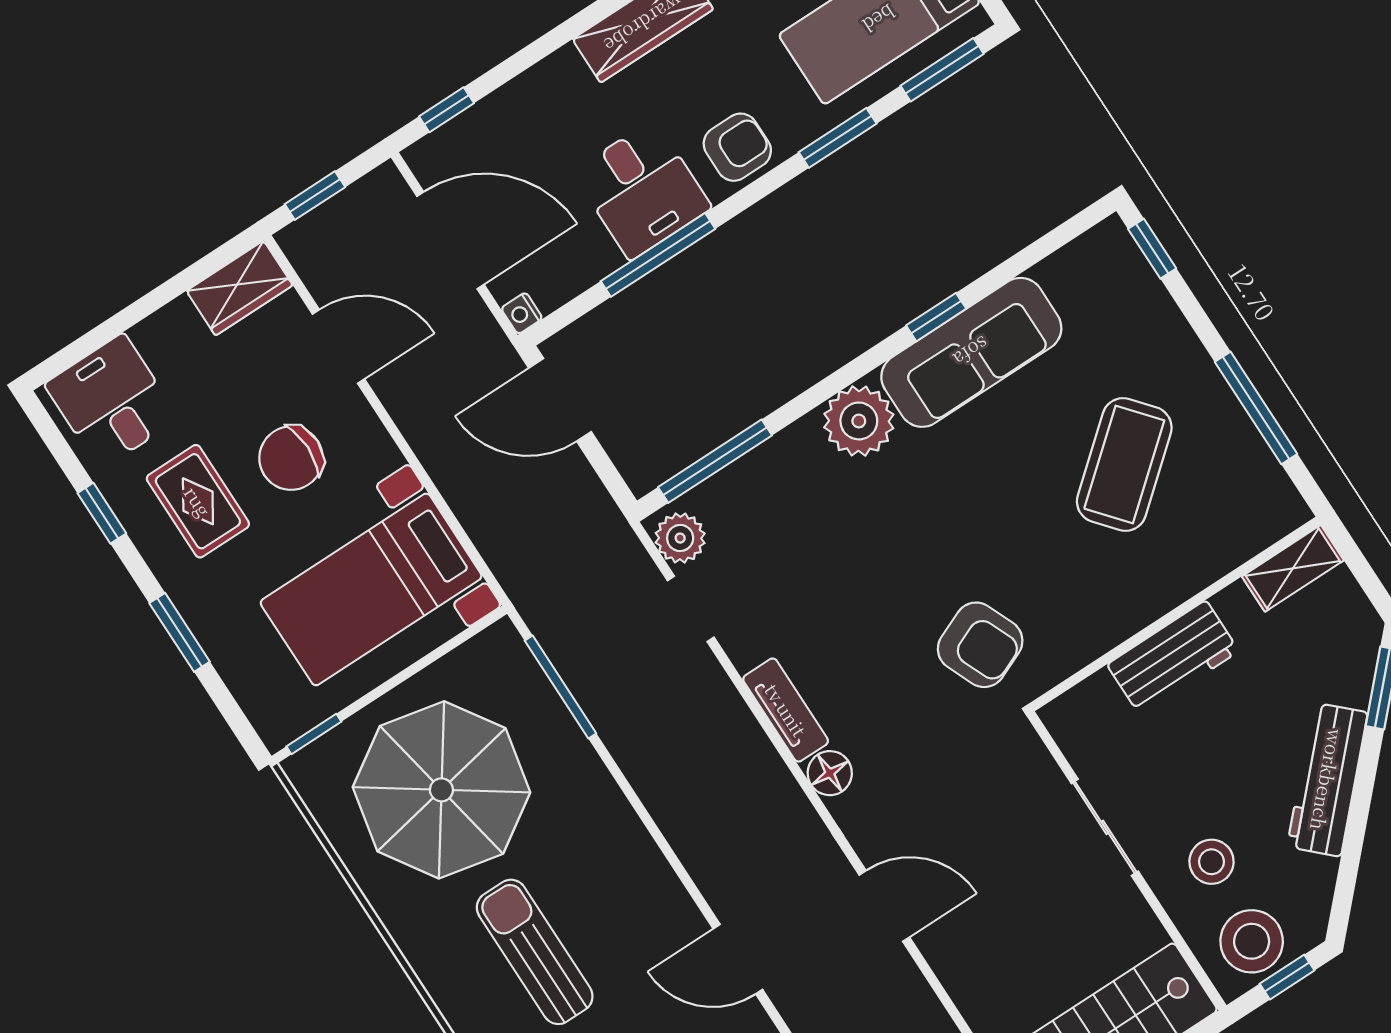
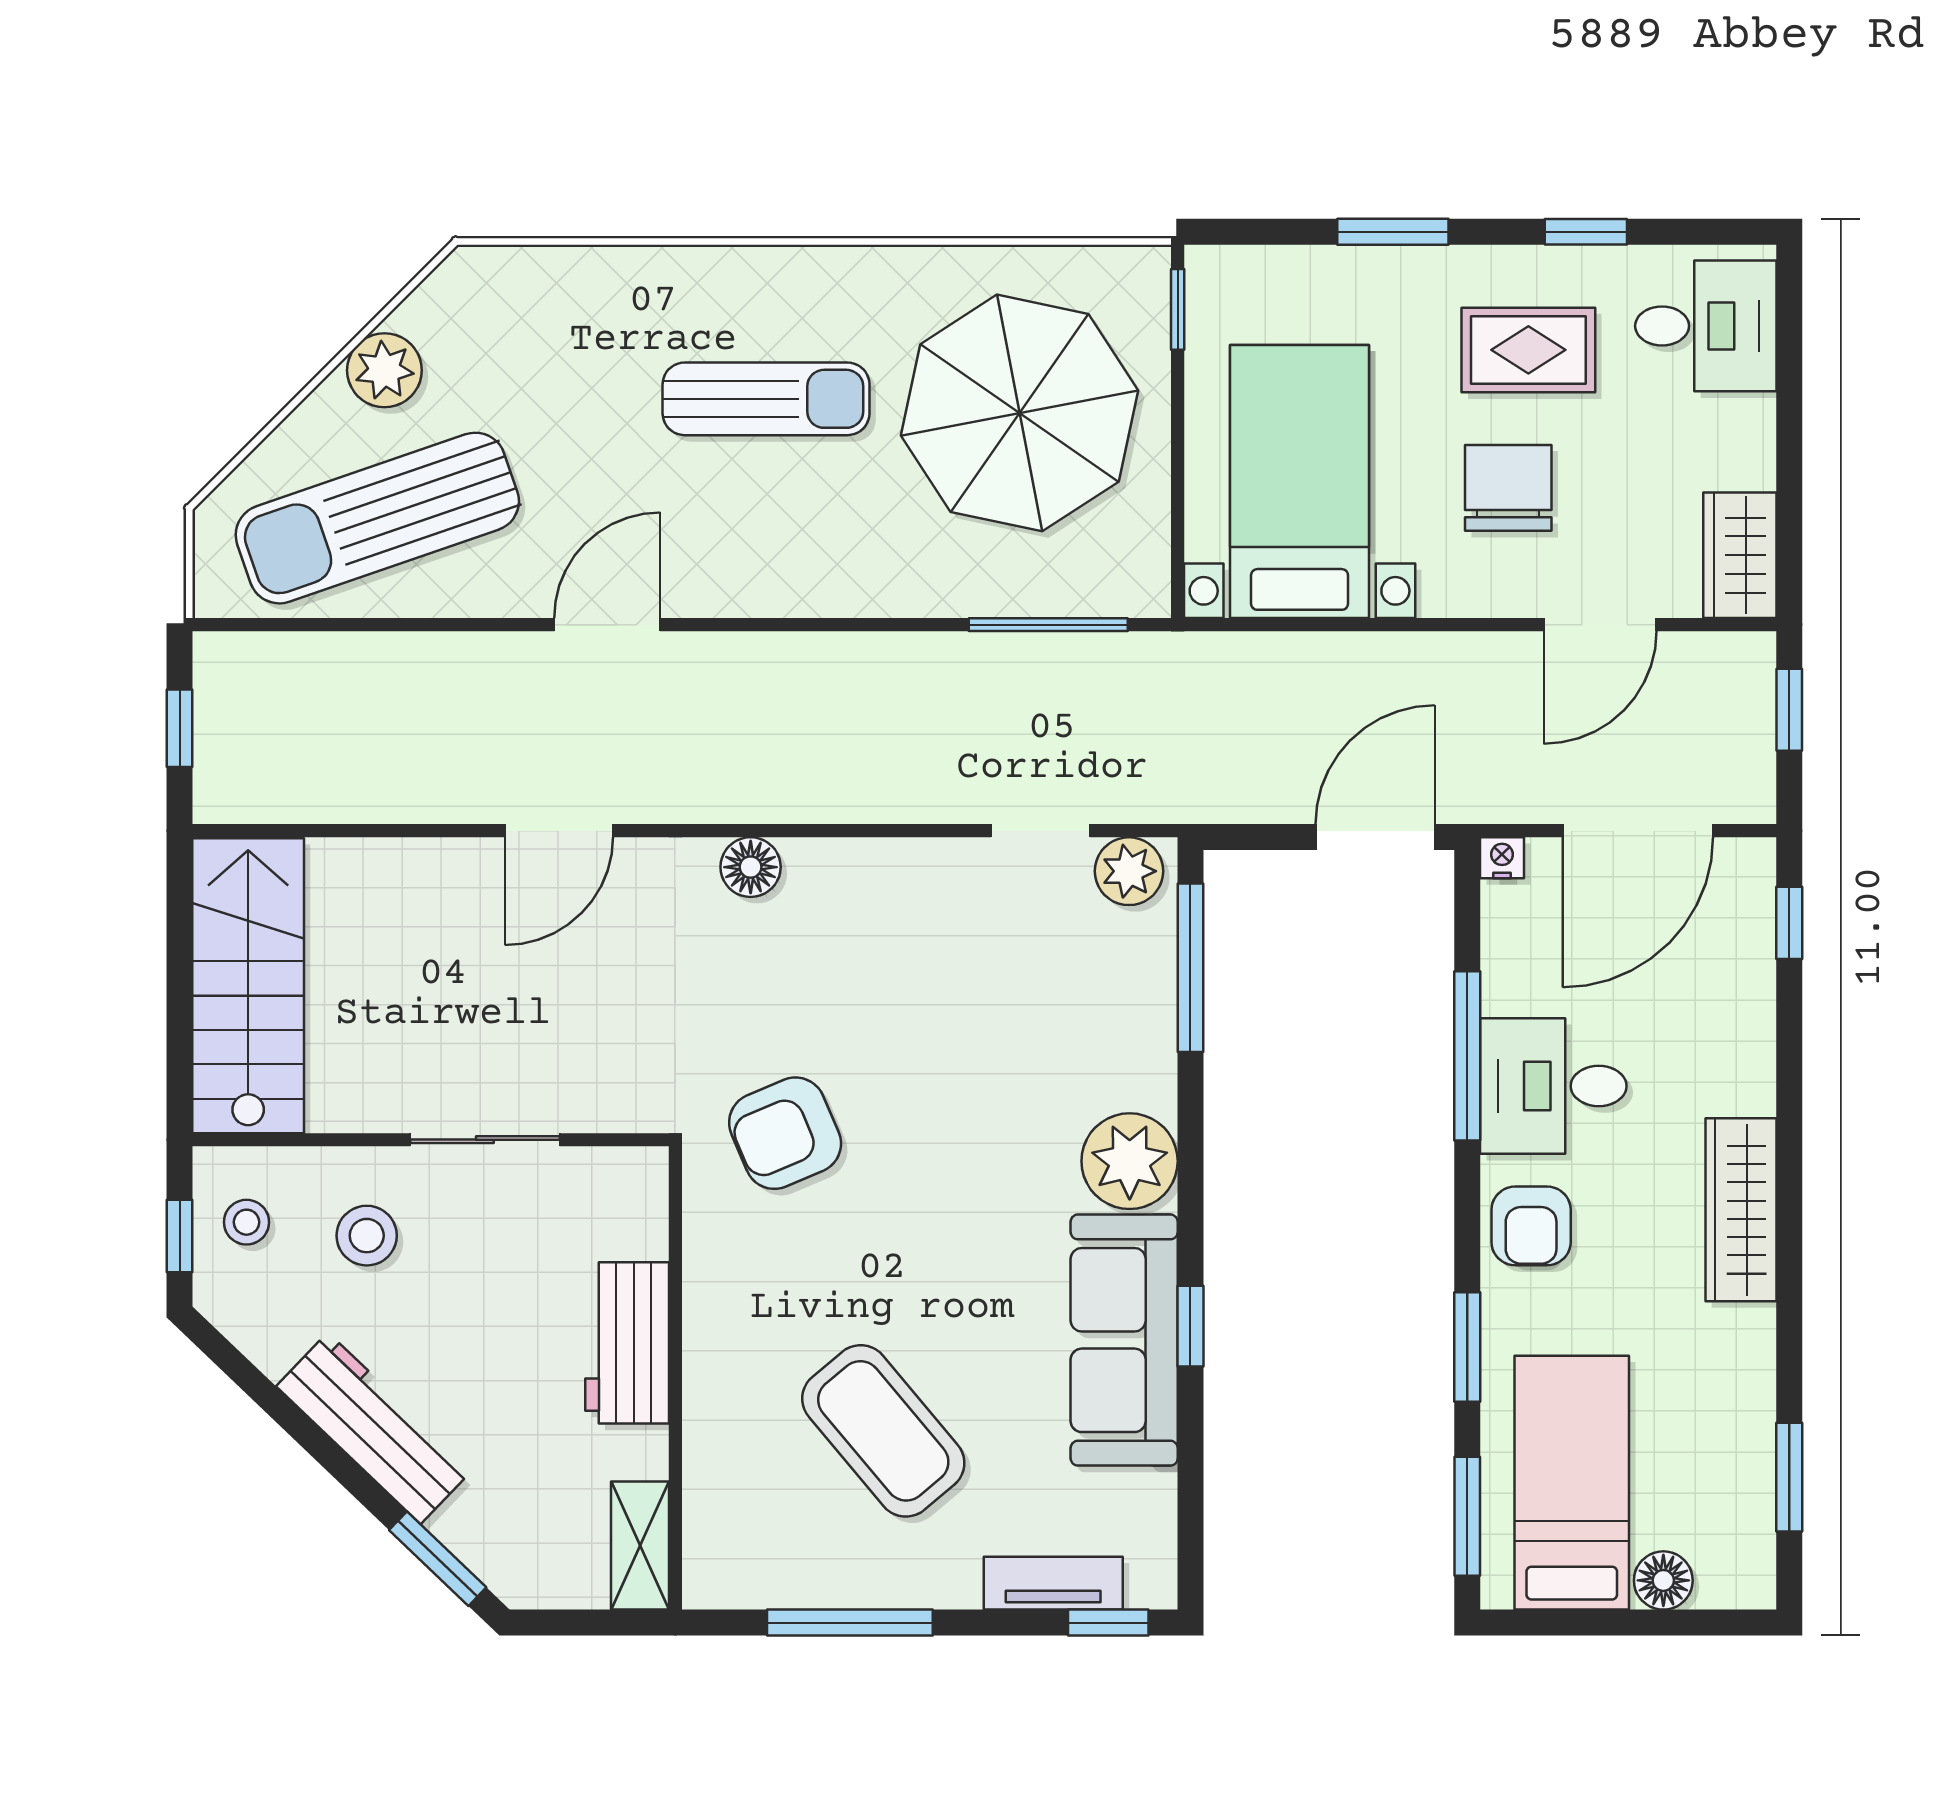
tv unit: (786, 710) -> (1053, 1583), moved, turned 180
stool: (1252, 941) -> (246, 1222), width x0.53, depth x0.53

